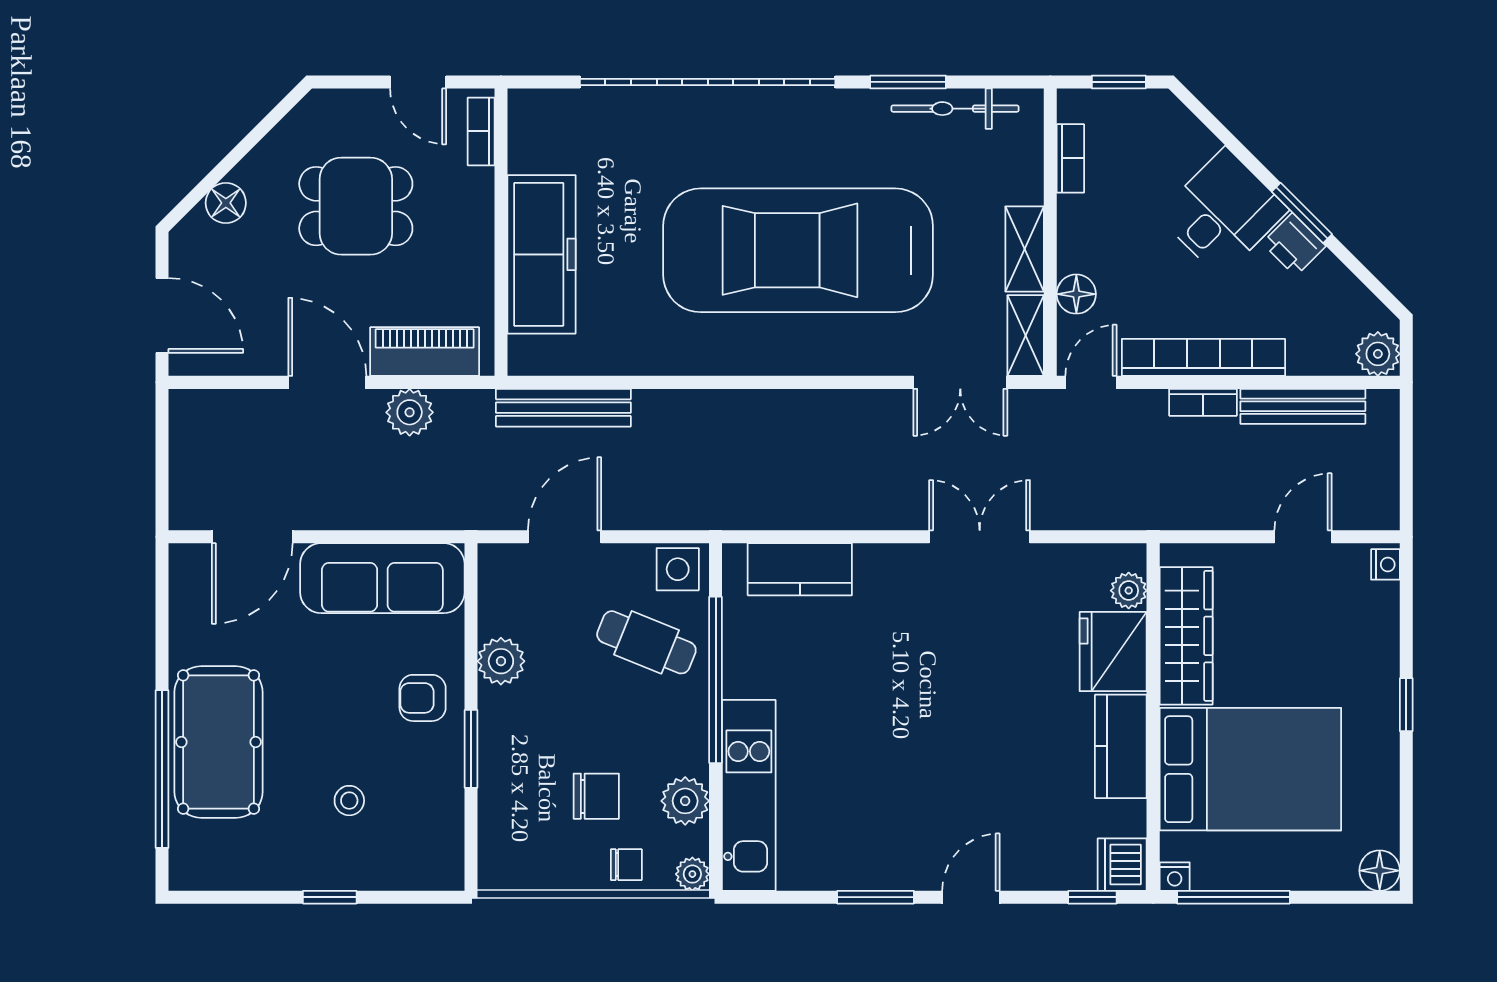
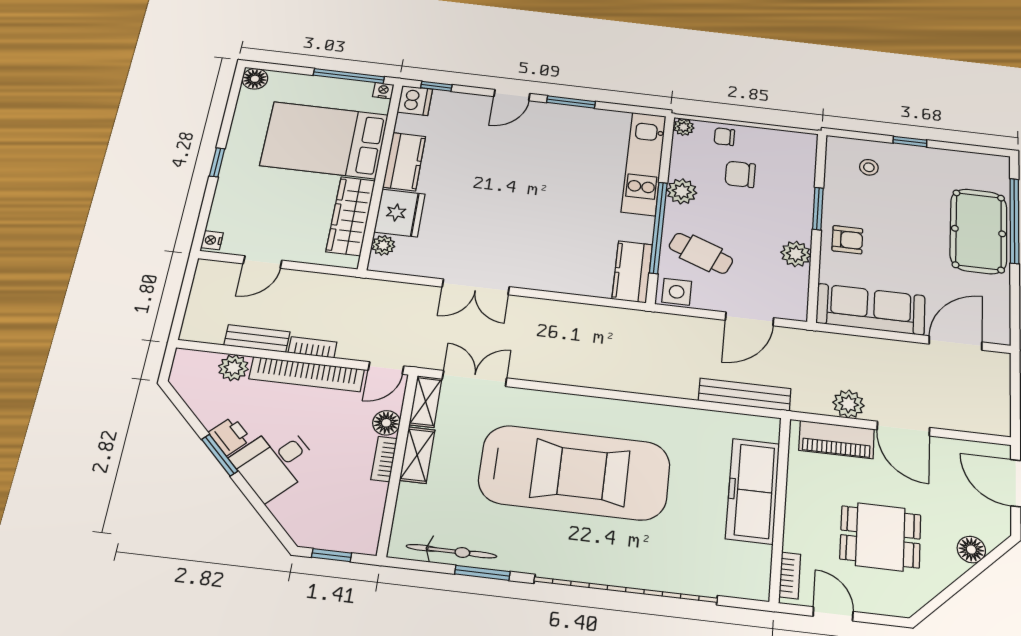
bookcase: (1070, 158) -> (384, 459), moved
plant: (1378, 354) -> (233, 368), moved
bench: (1303, 406) -> (257, 338), width x0.73
kitchen counter: (800, 569) -> (632, 272), moved, turned -90
stool: (349, 801) -> (869, 167), moved
plant: (685, 801) -> (682, 191), moved

